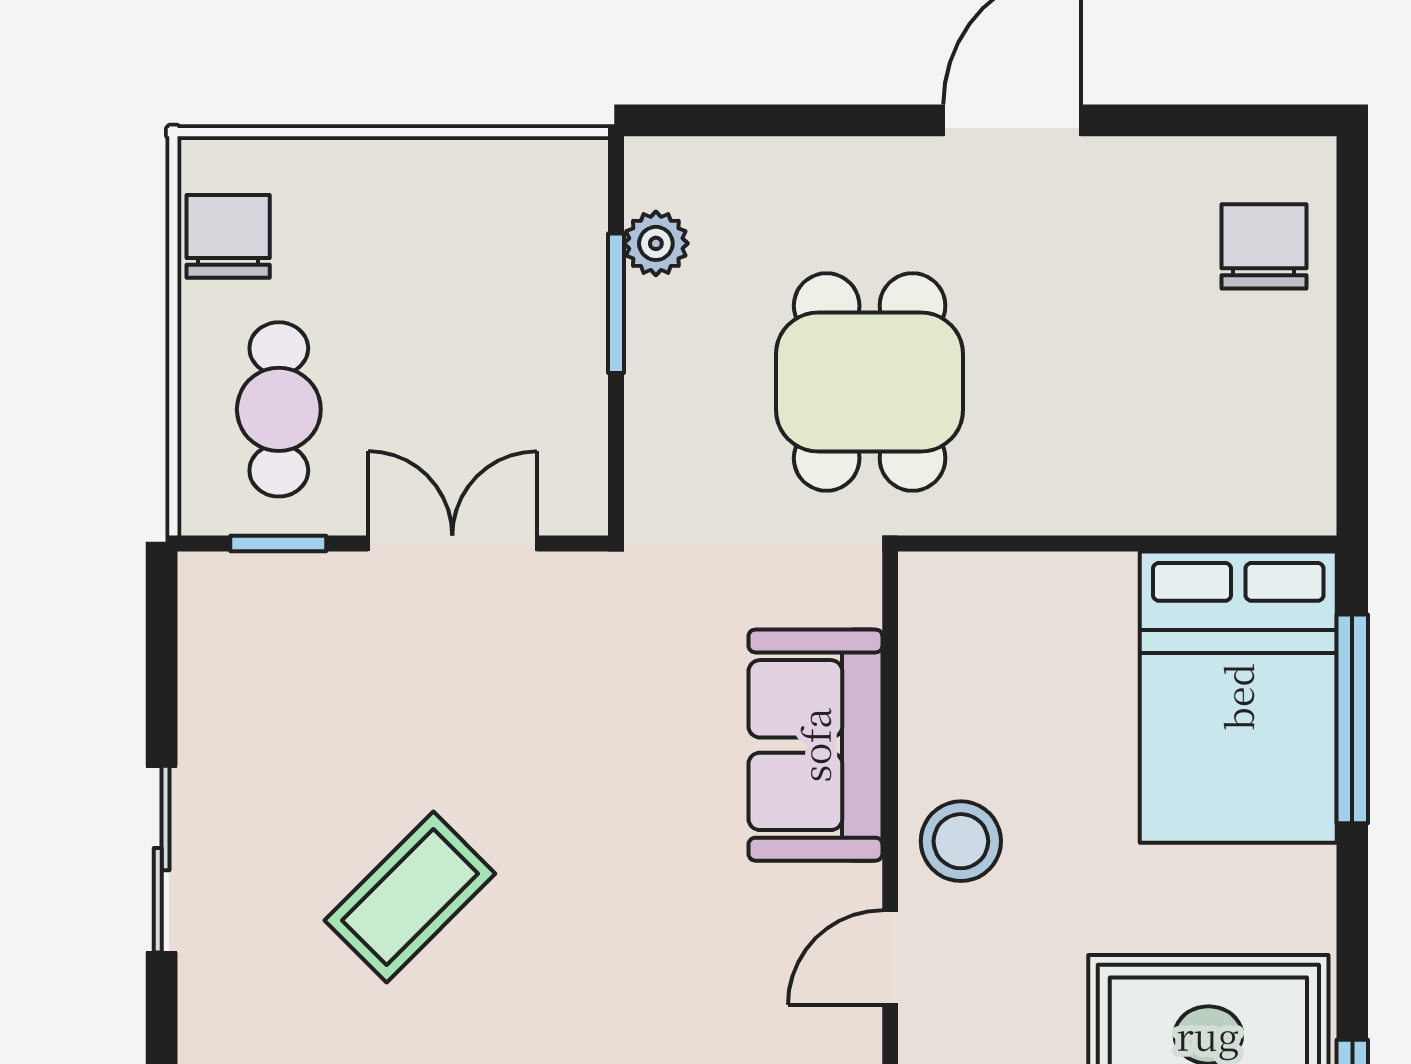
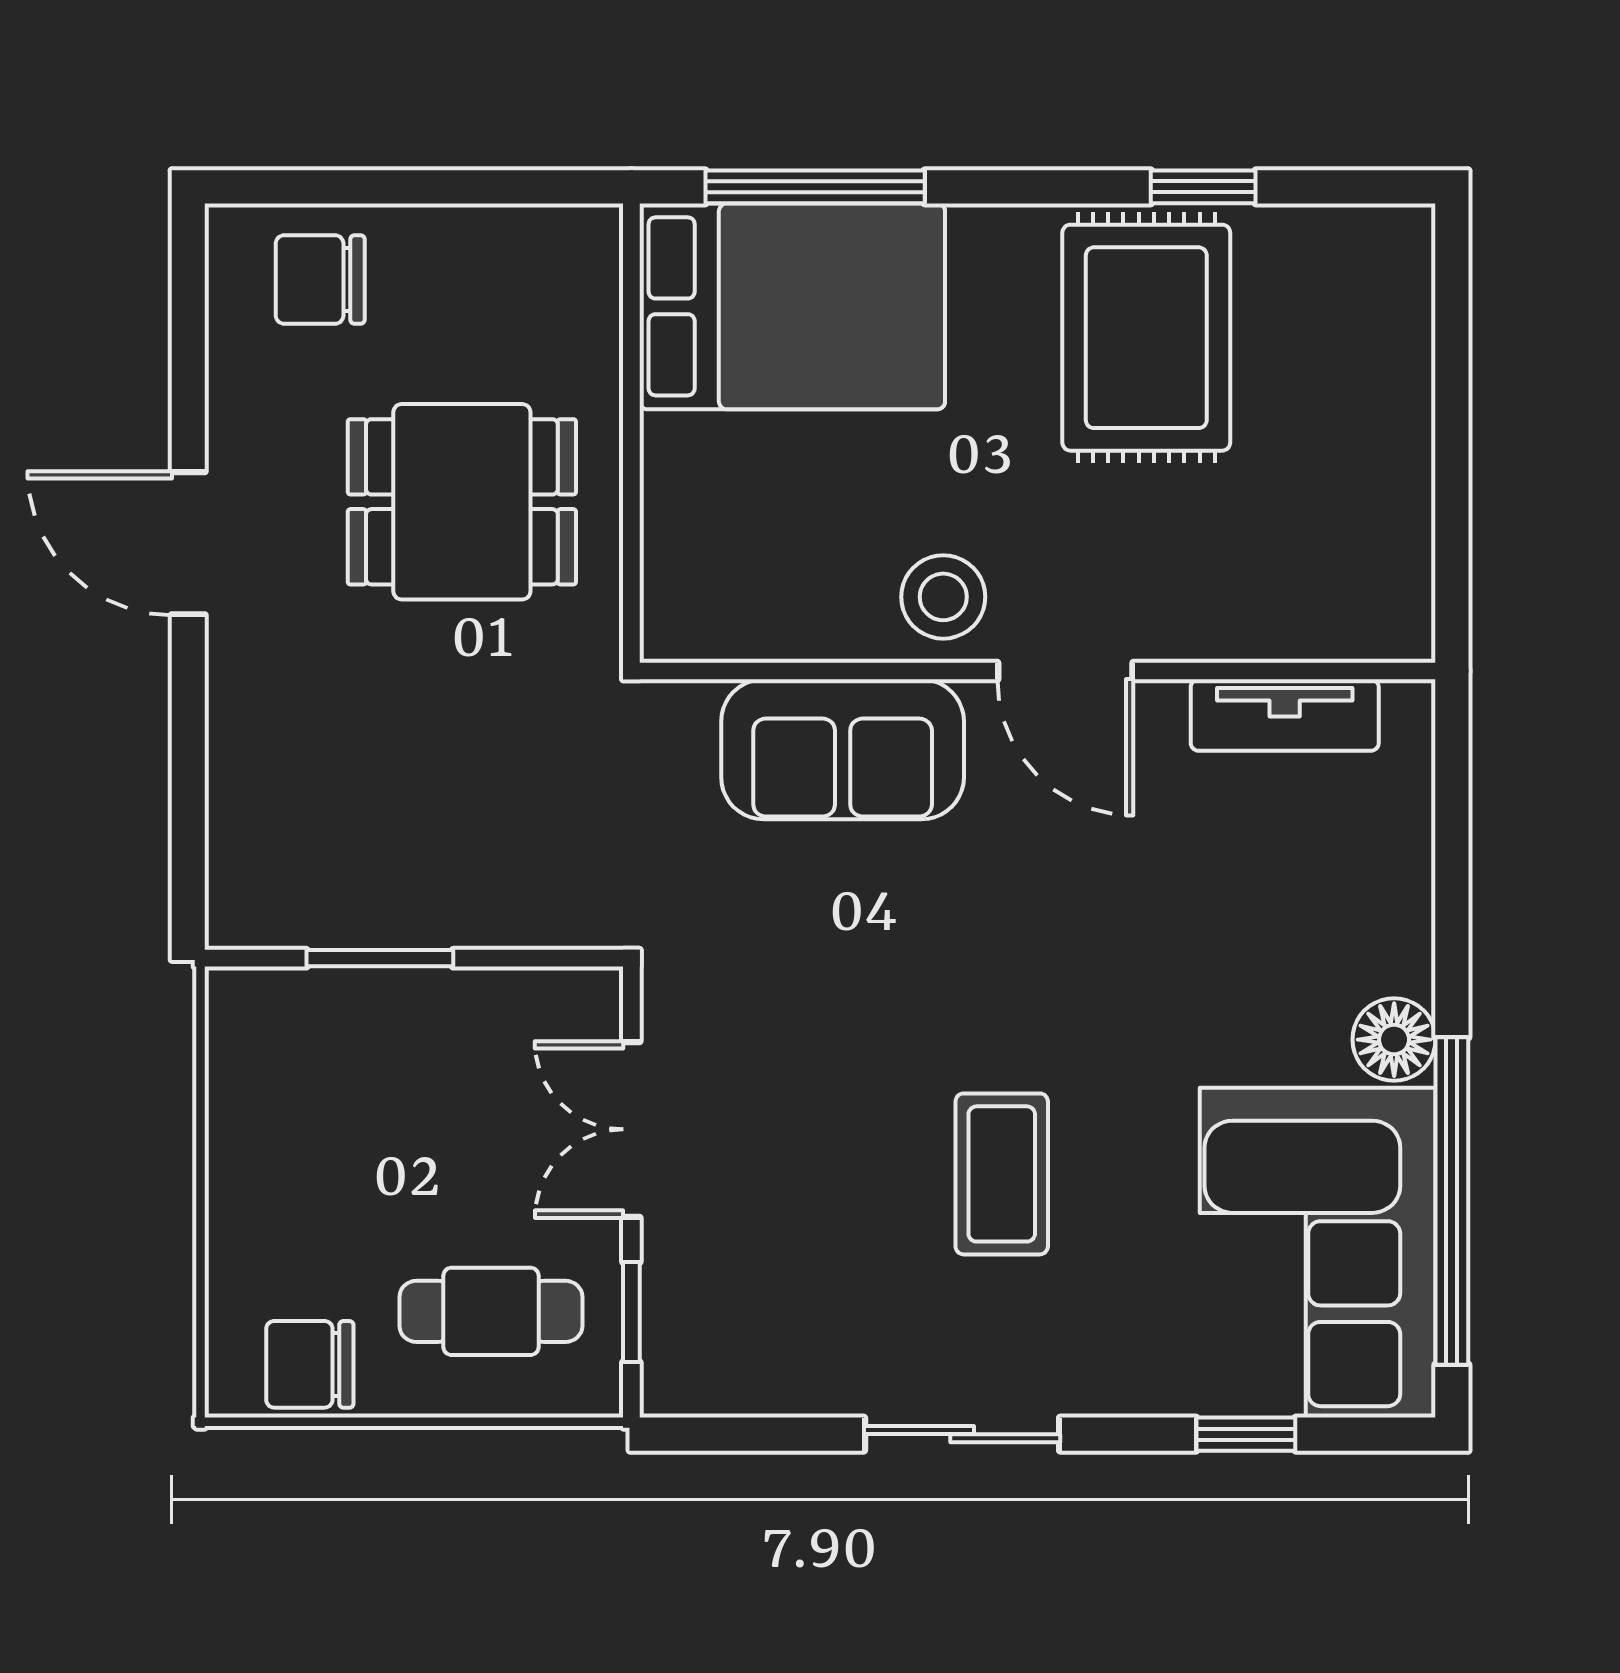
plant: (656, 243) -> (317, 916), removed
dining table: (870, 382) -> (462, 502), moved
coffee table: (410, 897) -> (1002, 1174), turned 45
door: (890, 958) -> (1065, 671), width x1.37

